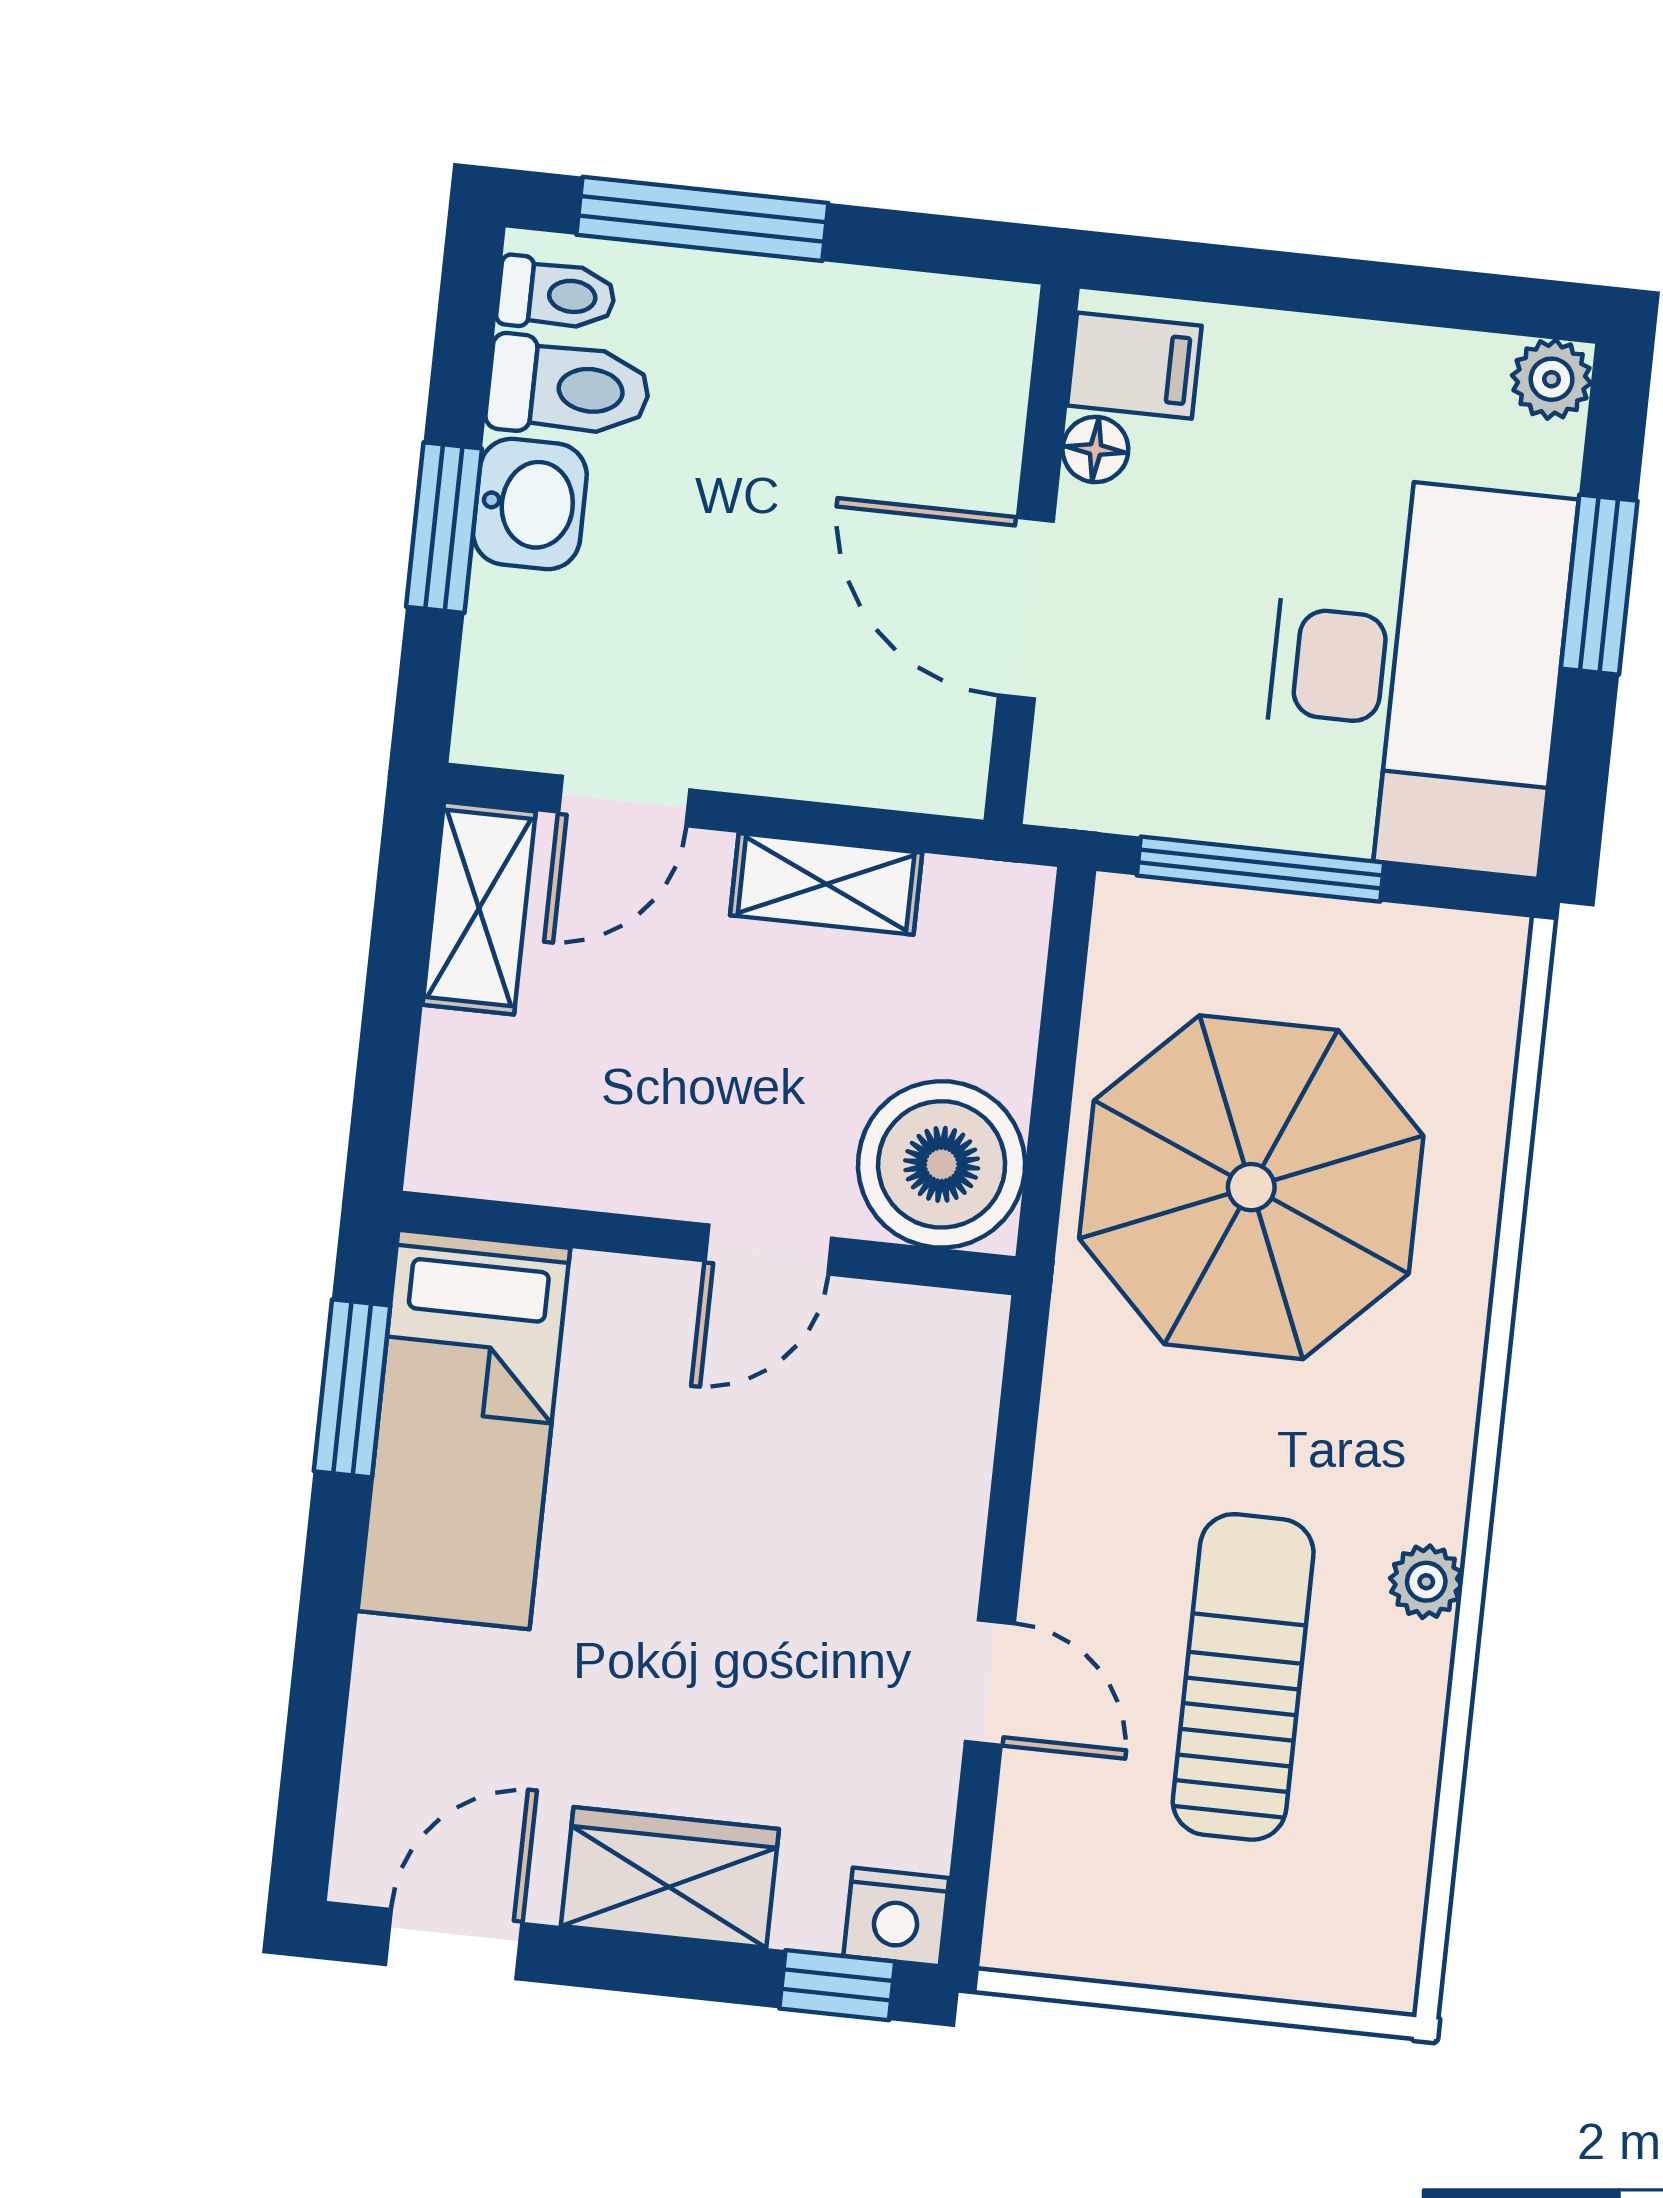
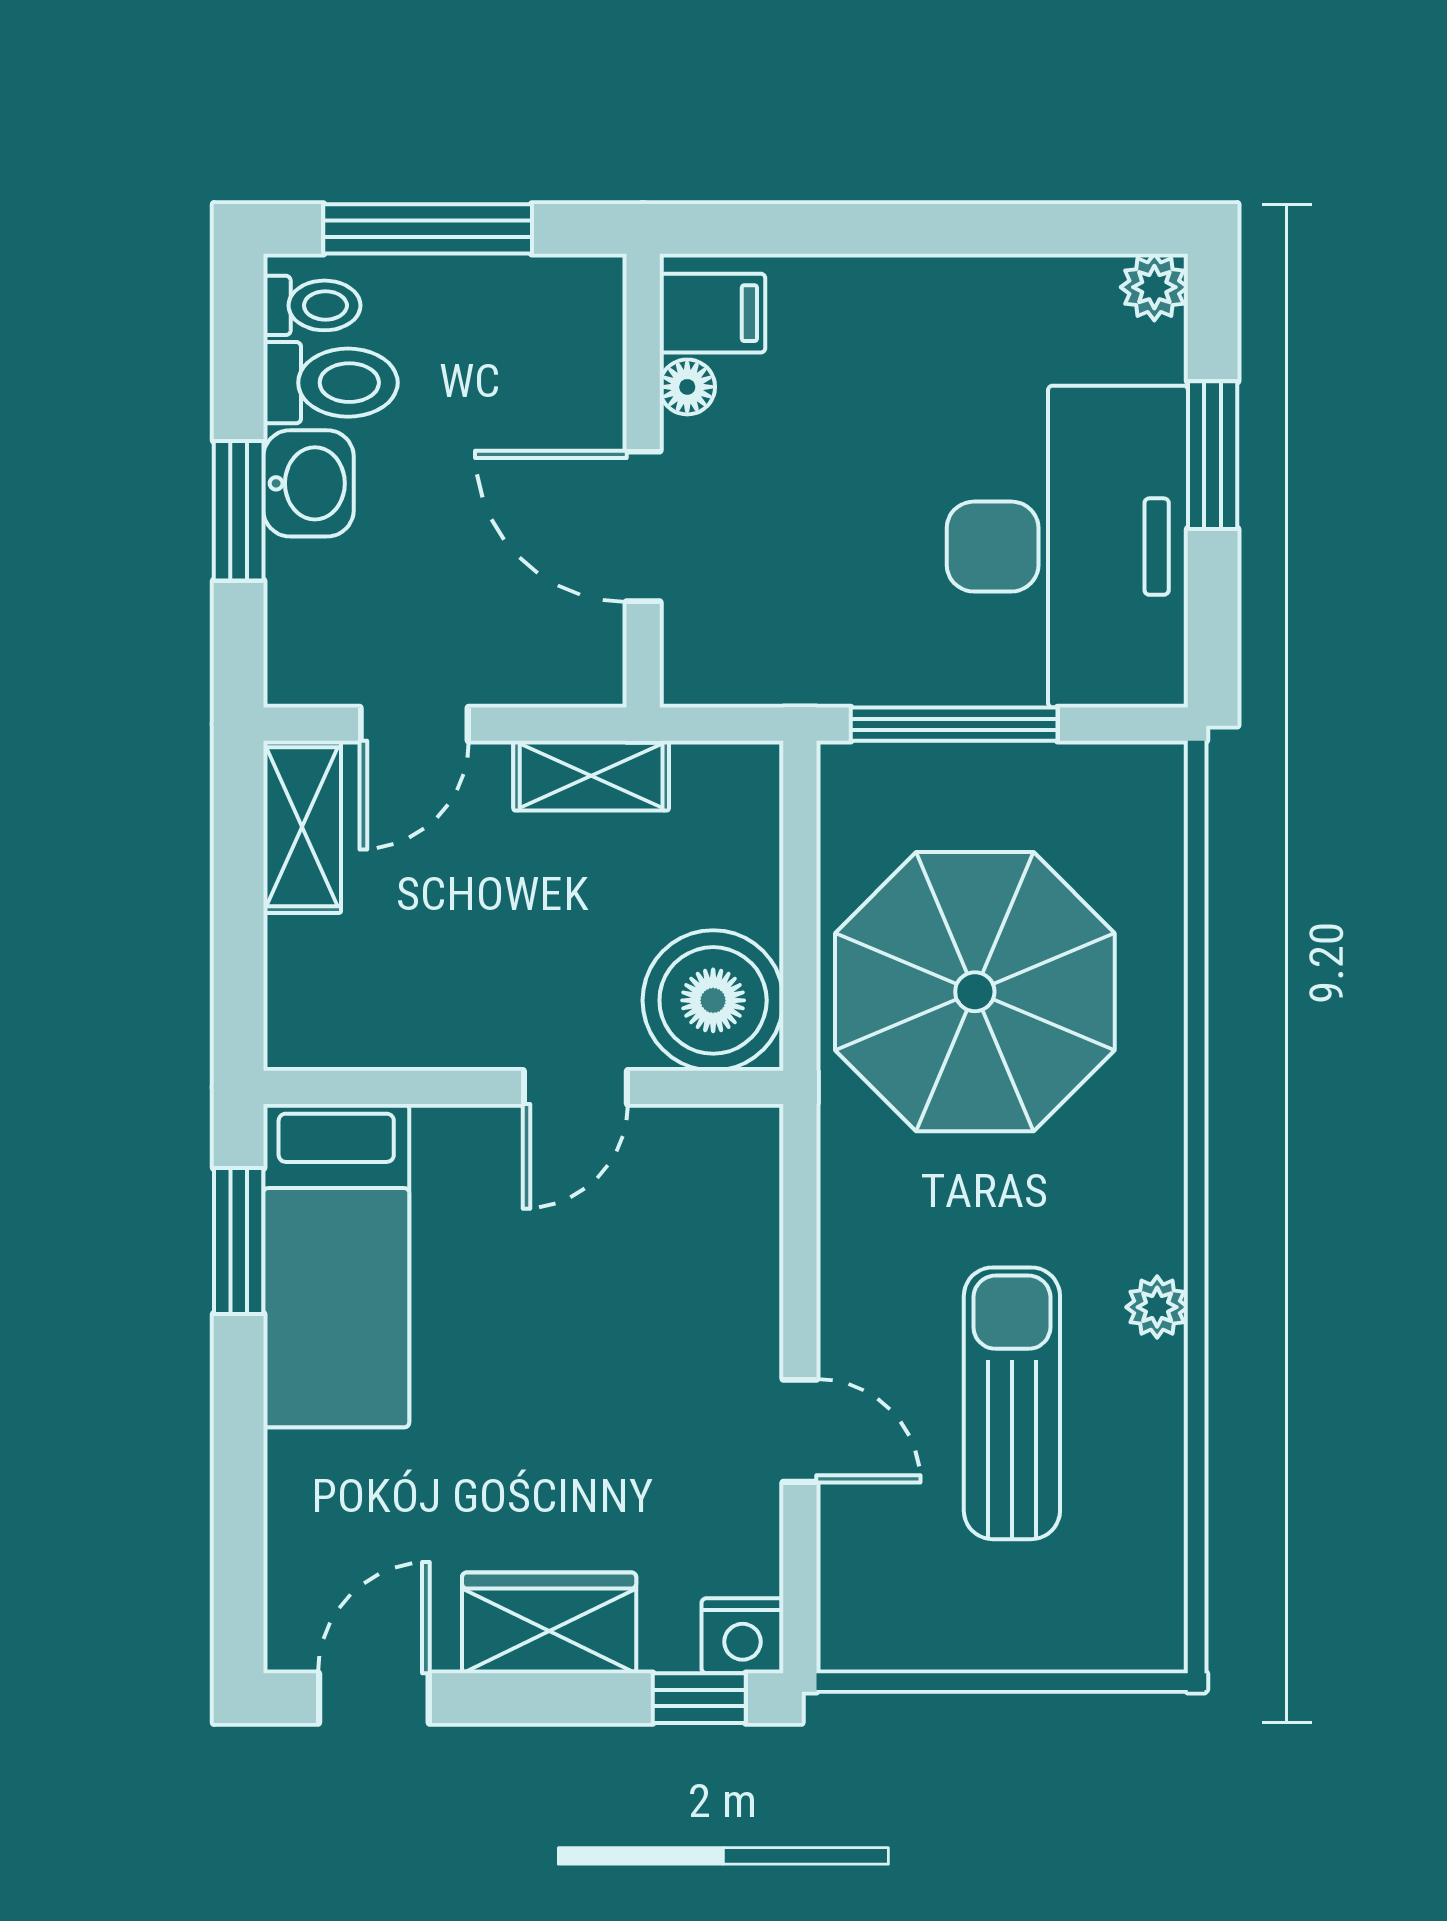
filing cabinet: (1134, 366) -> (712, 313), moved
floor lamp: (1095, 449) -> (687, 387), moved
wall: (1032, 554) -> (643, 481), moved
door: (1026, 608) -> (643, 526), moved

